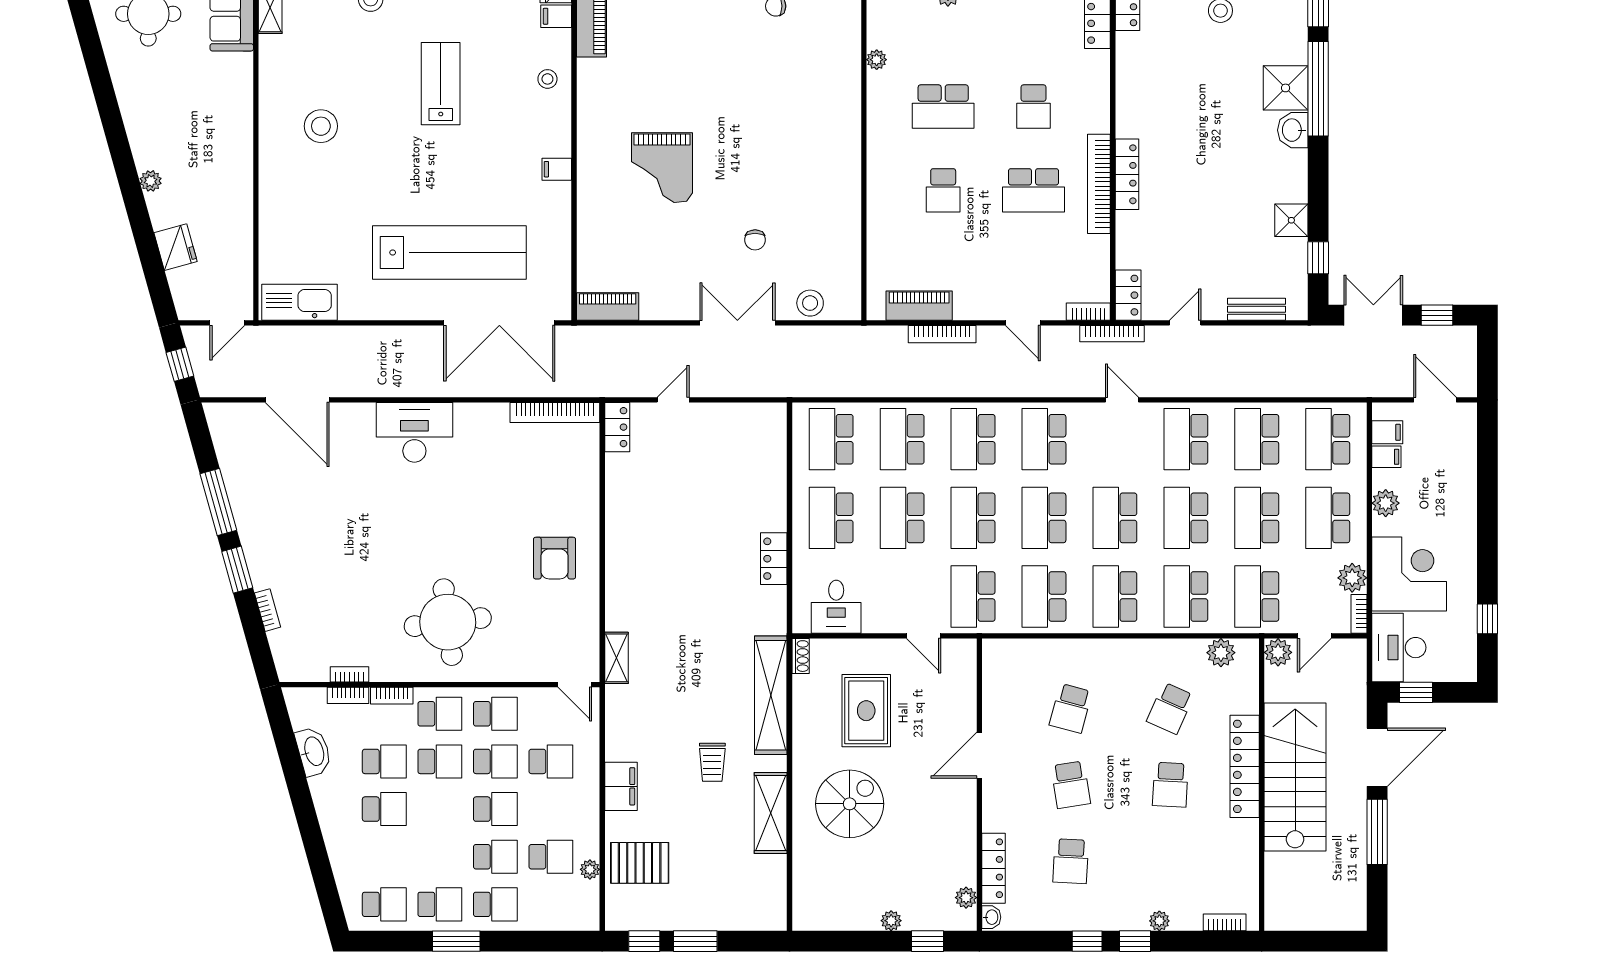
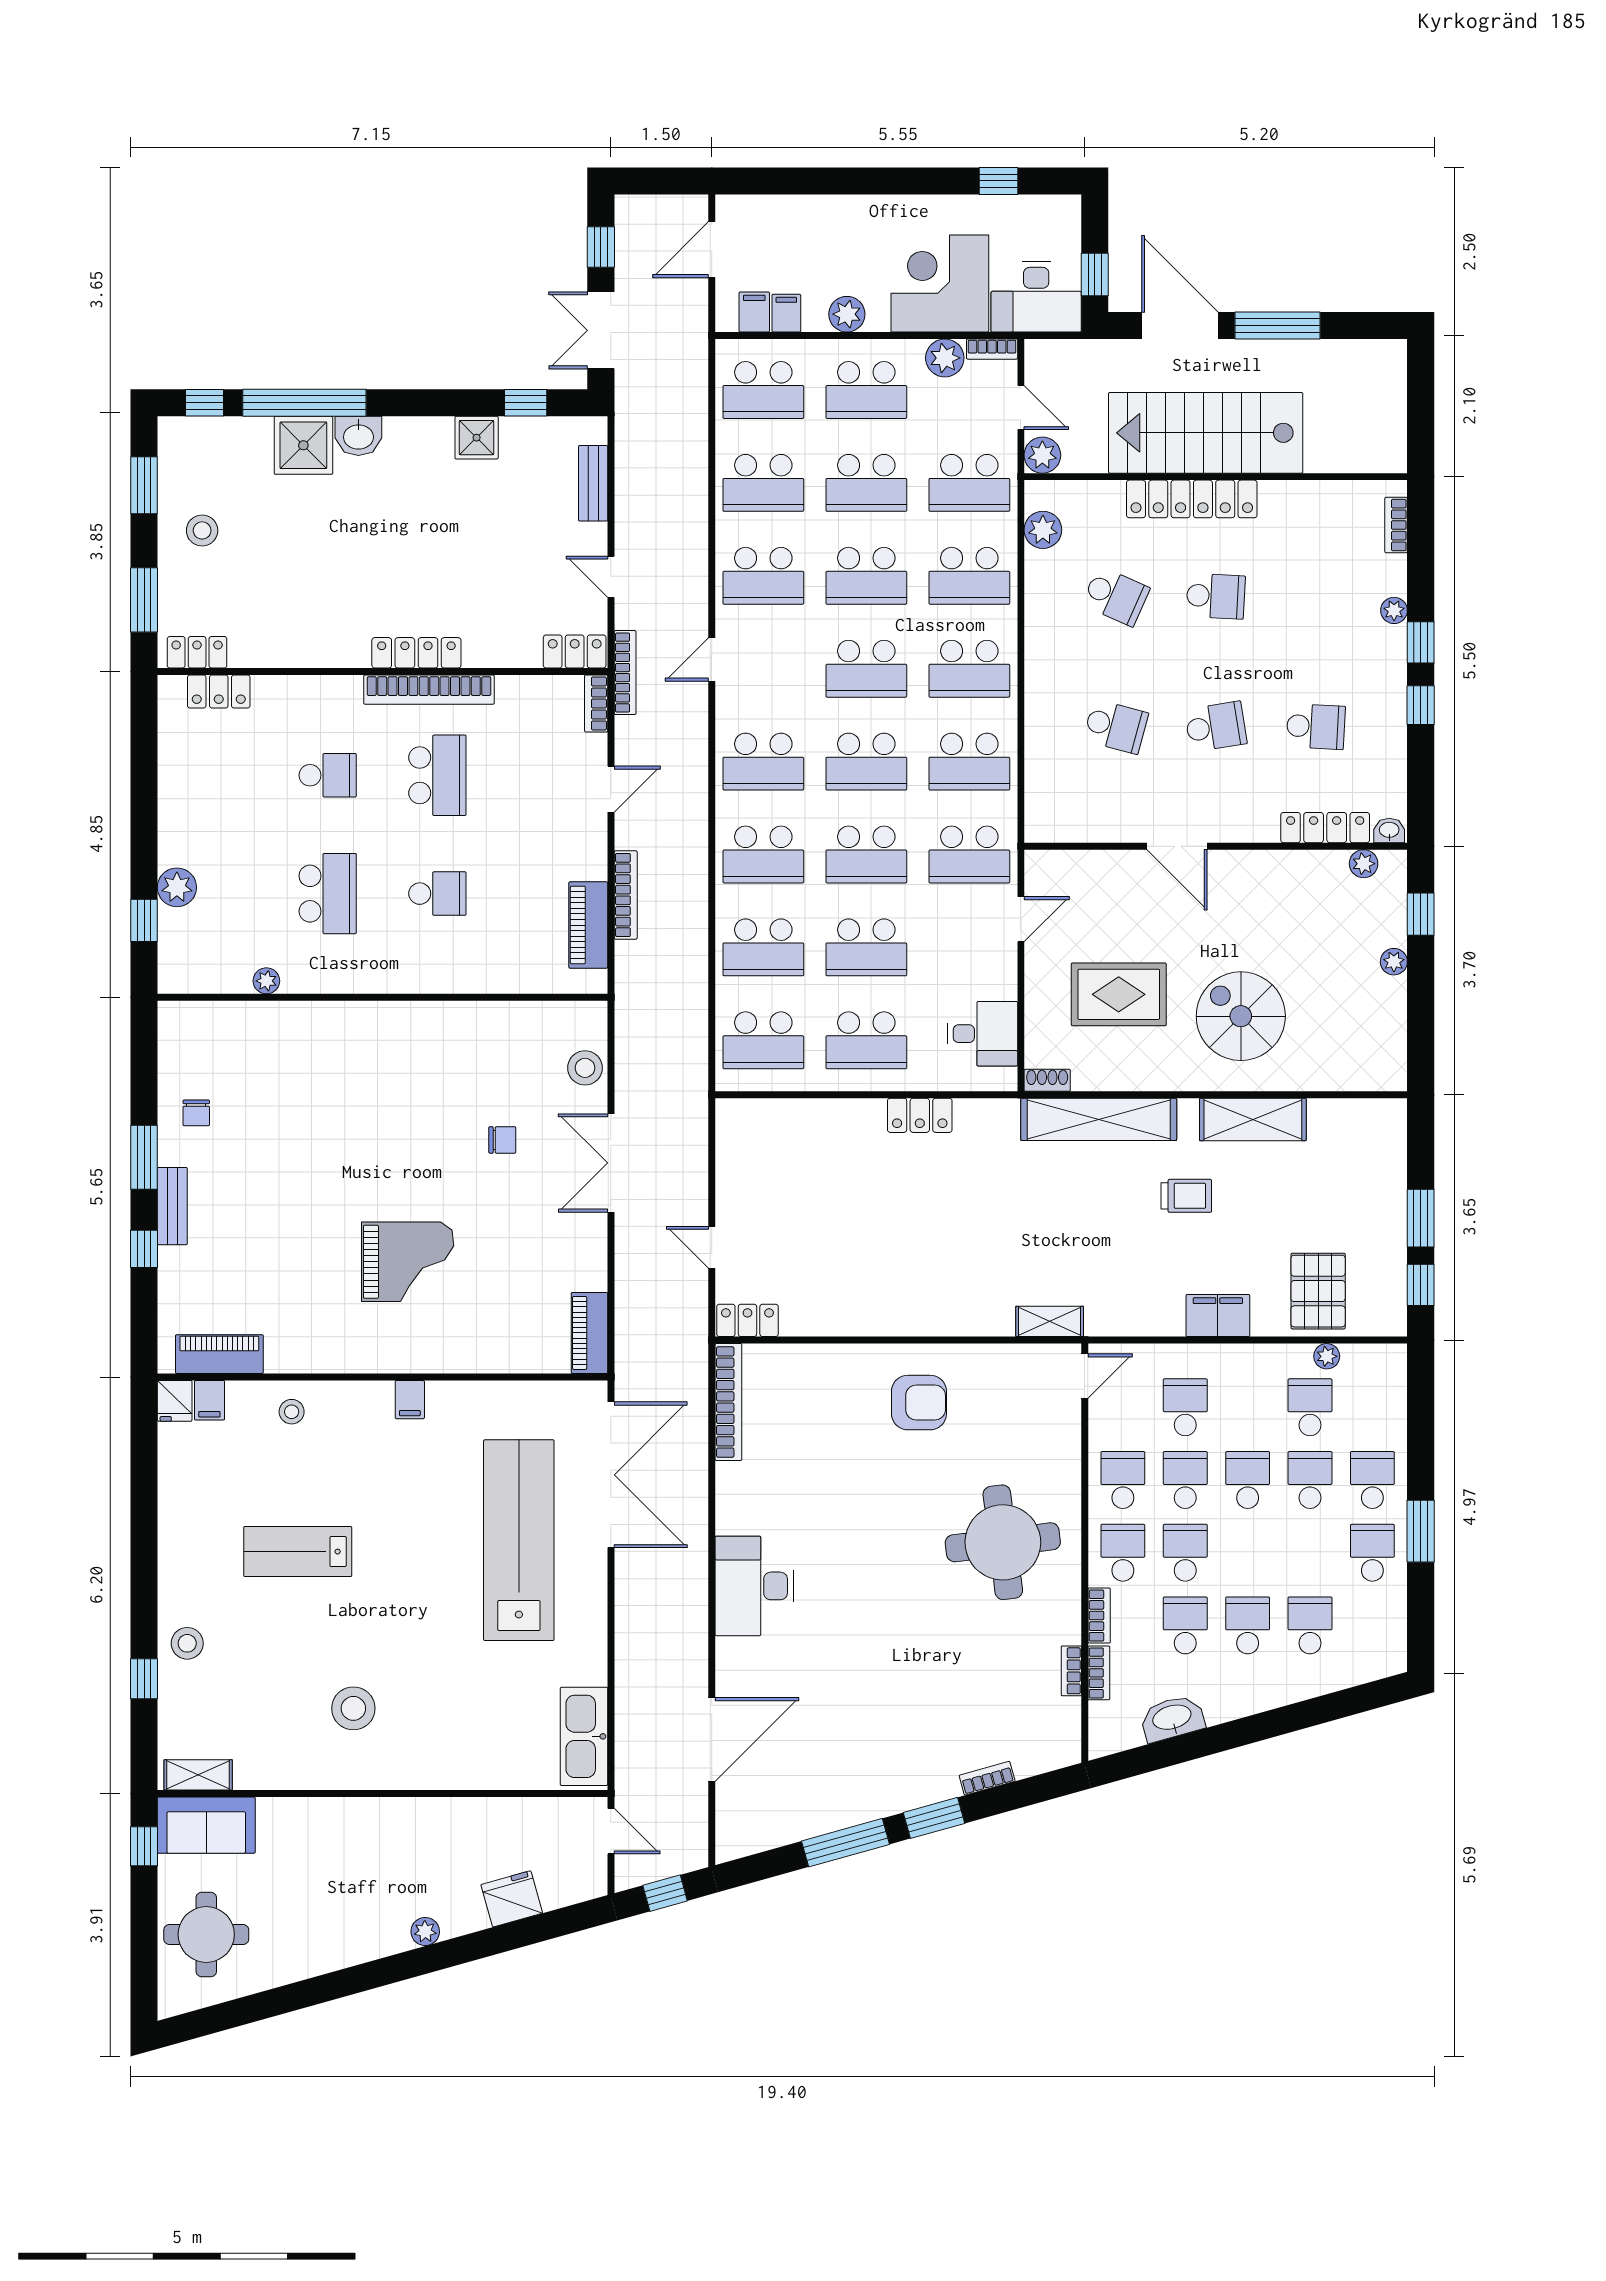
school desk: (384, 904) -> (1310, 1625), moved

